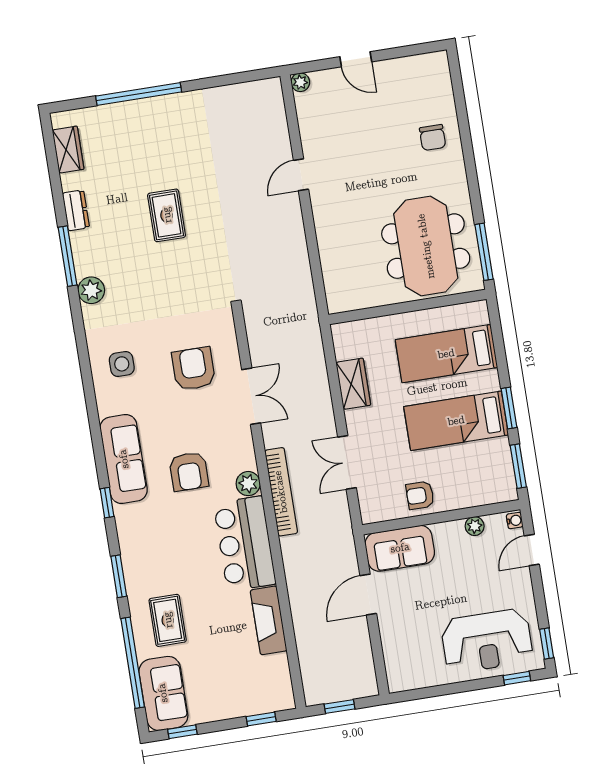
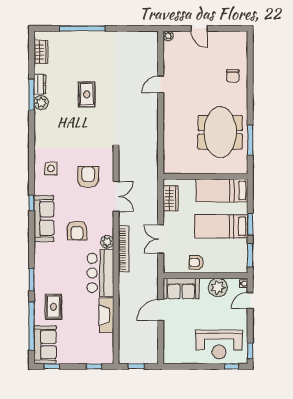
window: (68, 256) -> (32, 95), moved
plant: (91, 290) -> (41, 102), moved
wall: (407, 307) -> (205, 176), moved
window: (107, 503) -> (32, 203), moved
plant: (475, 526) -> (218, 287), width x1.87, depth x1.87

